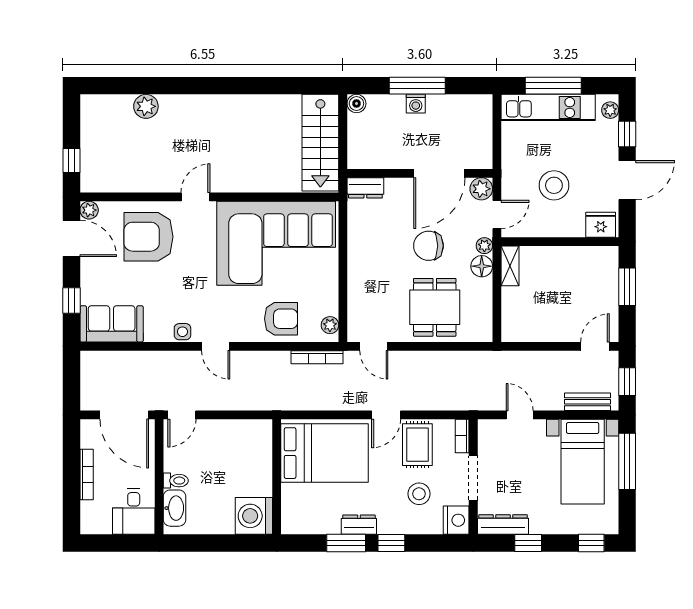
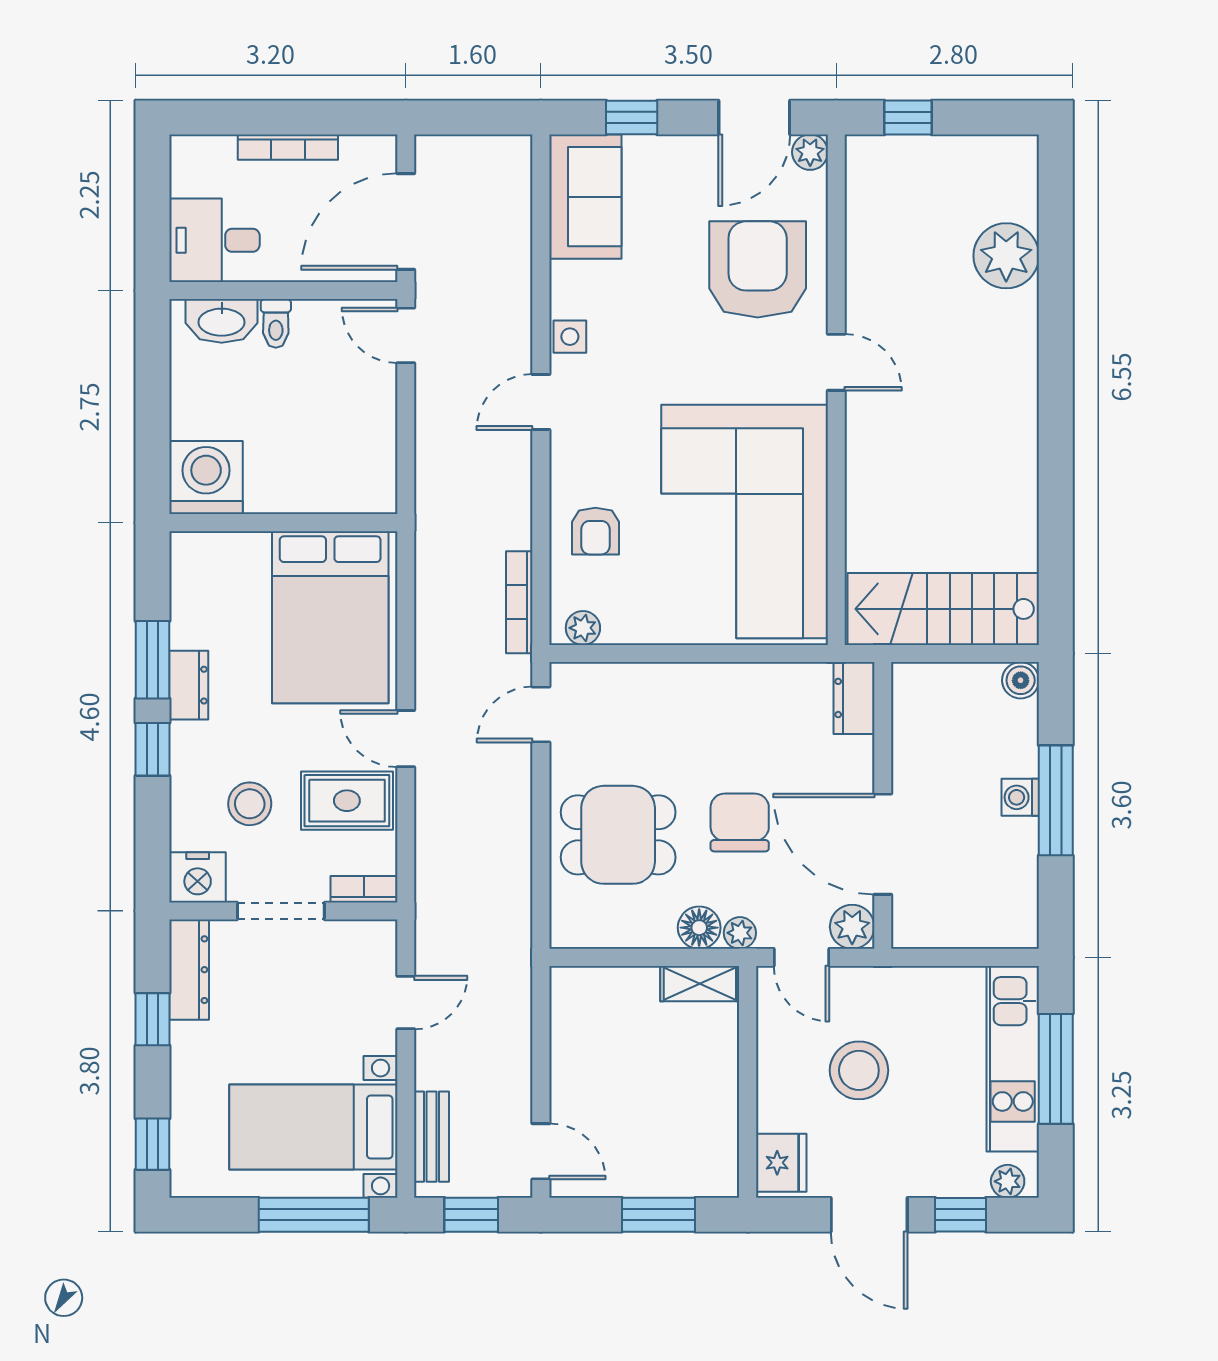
plant: (146, 106) -> (1006, 256), width x1.36, depth x1.36
armchair: (281, 319) -> (595, 531), width x0.72, depth x0.72

